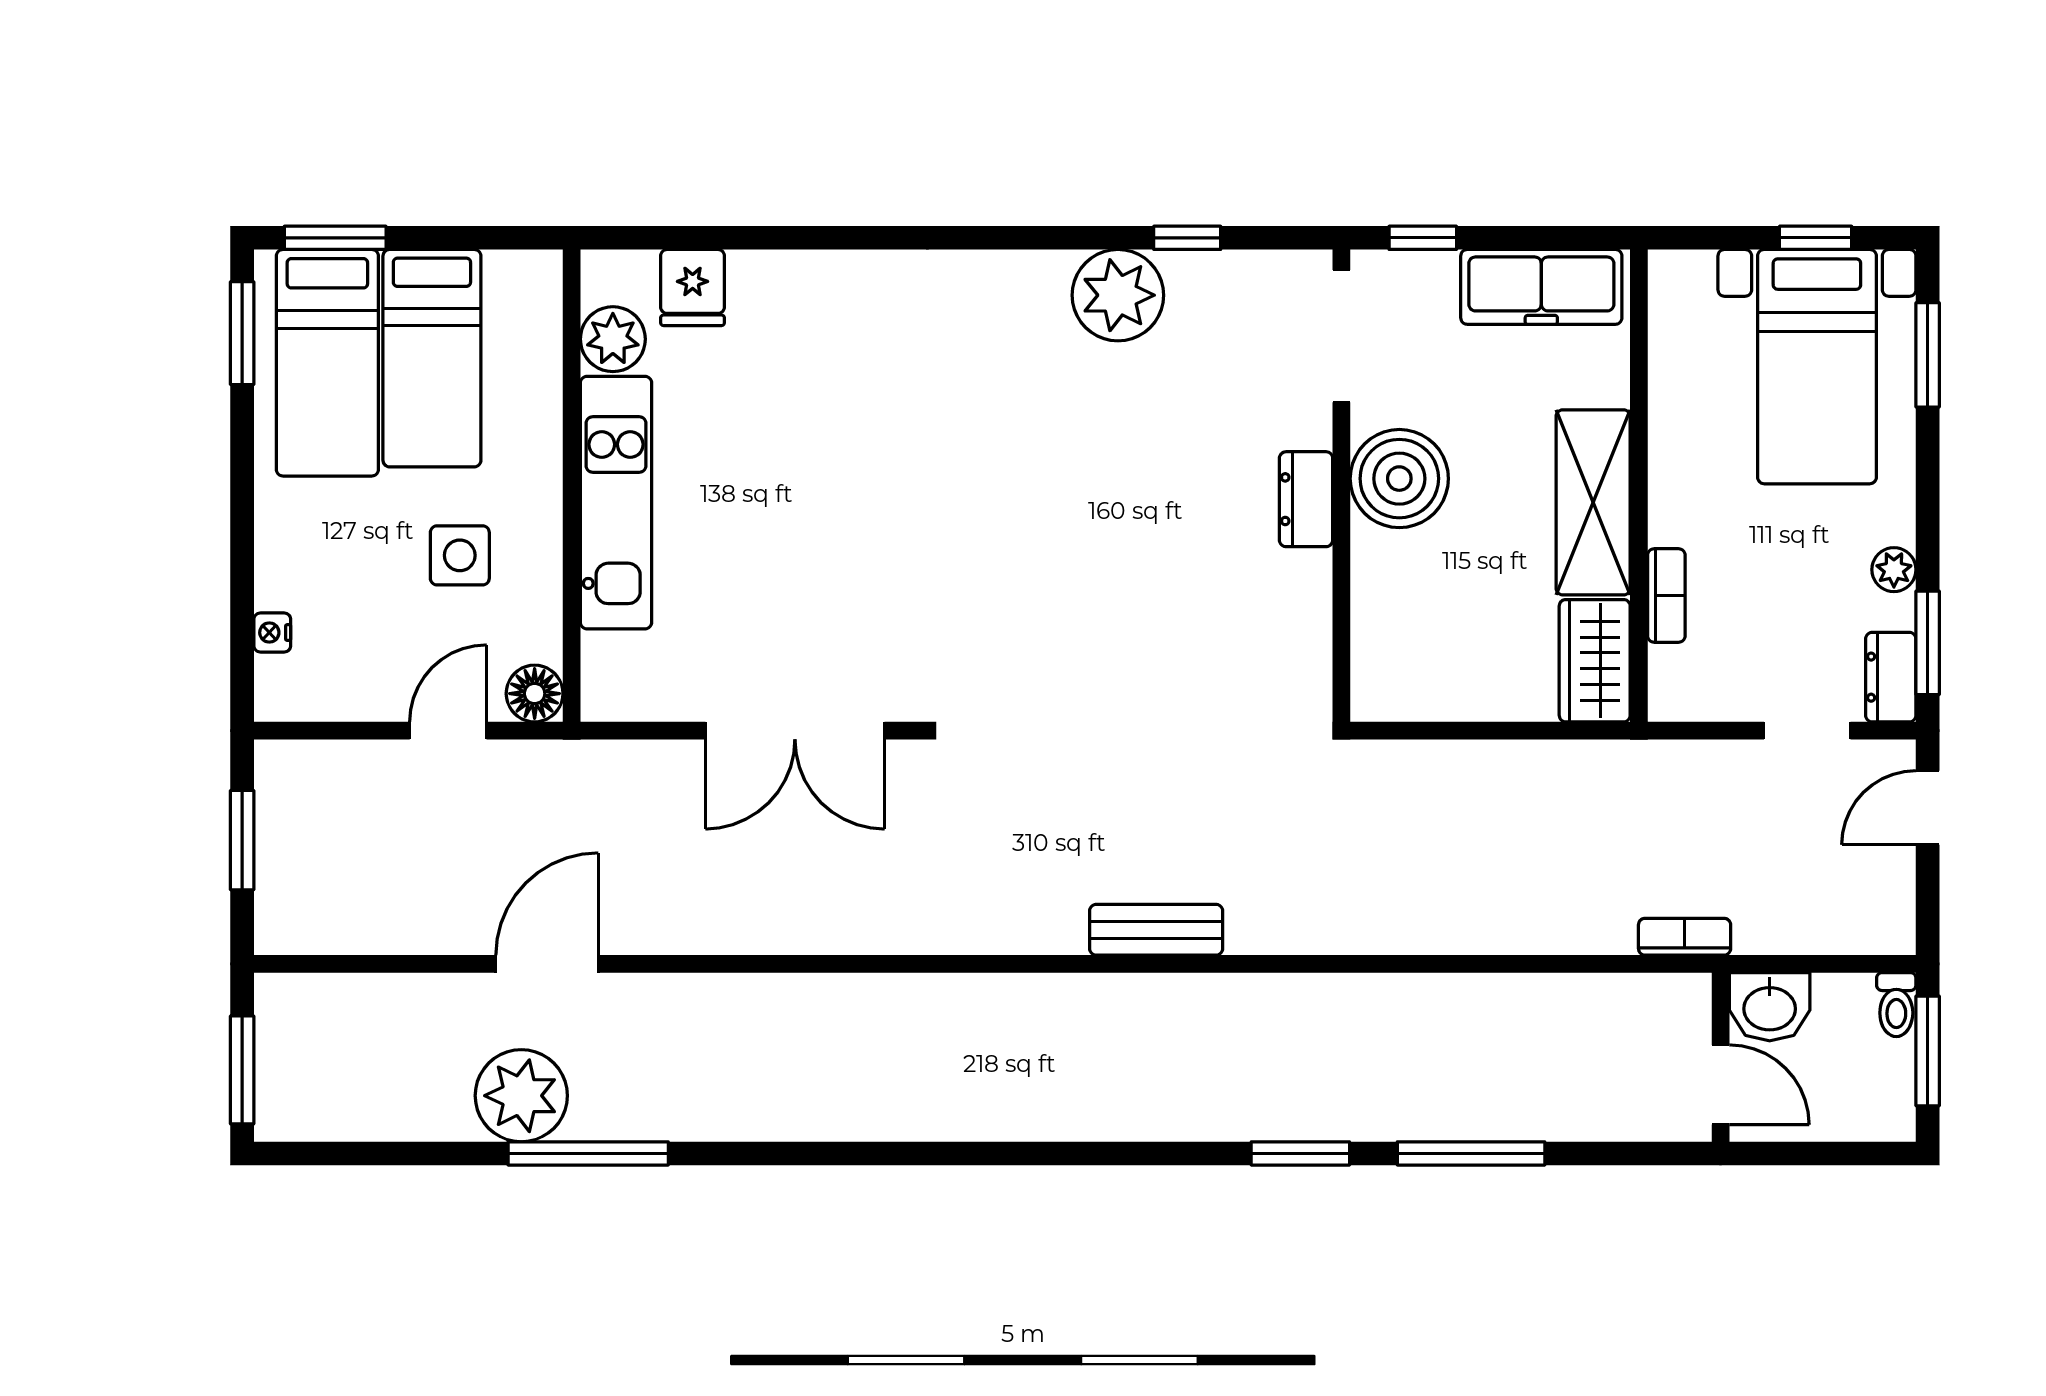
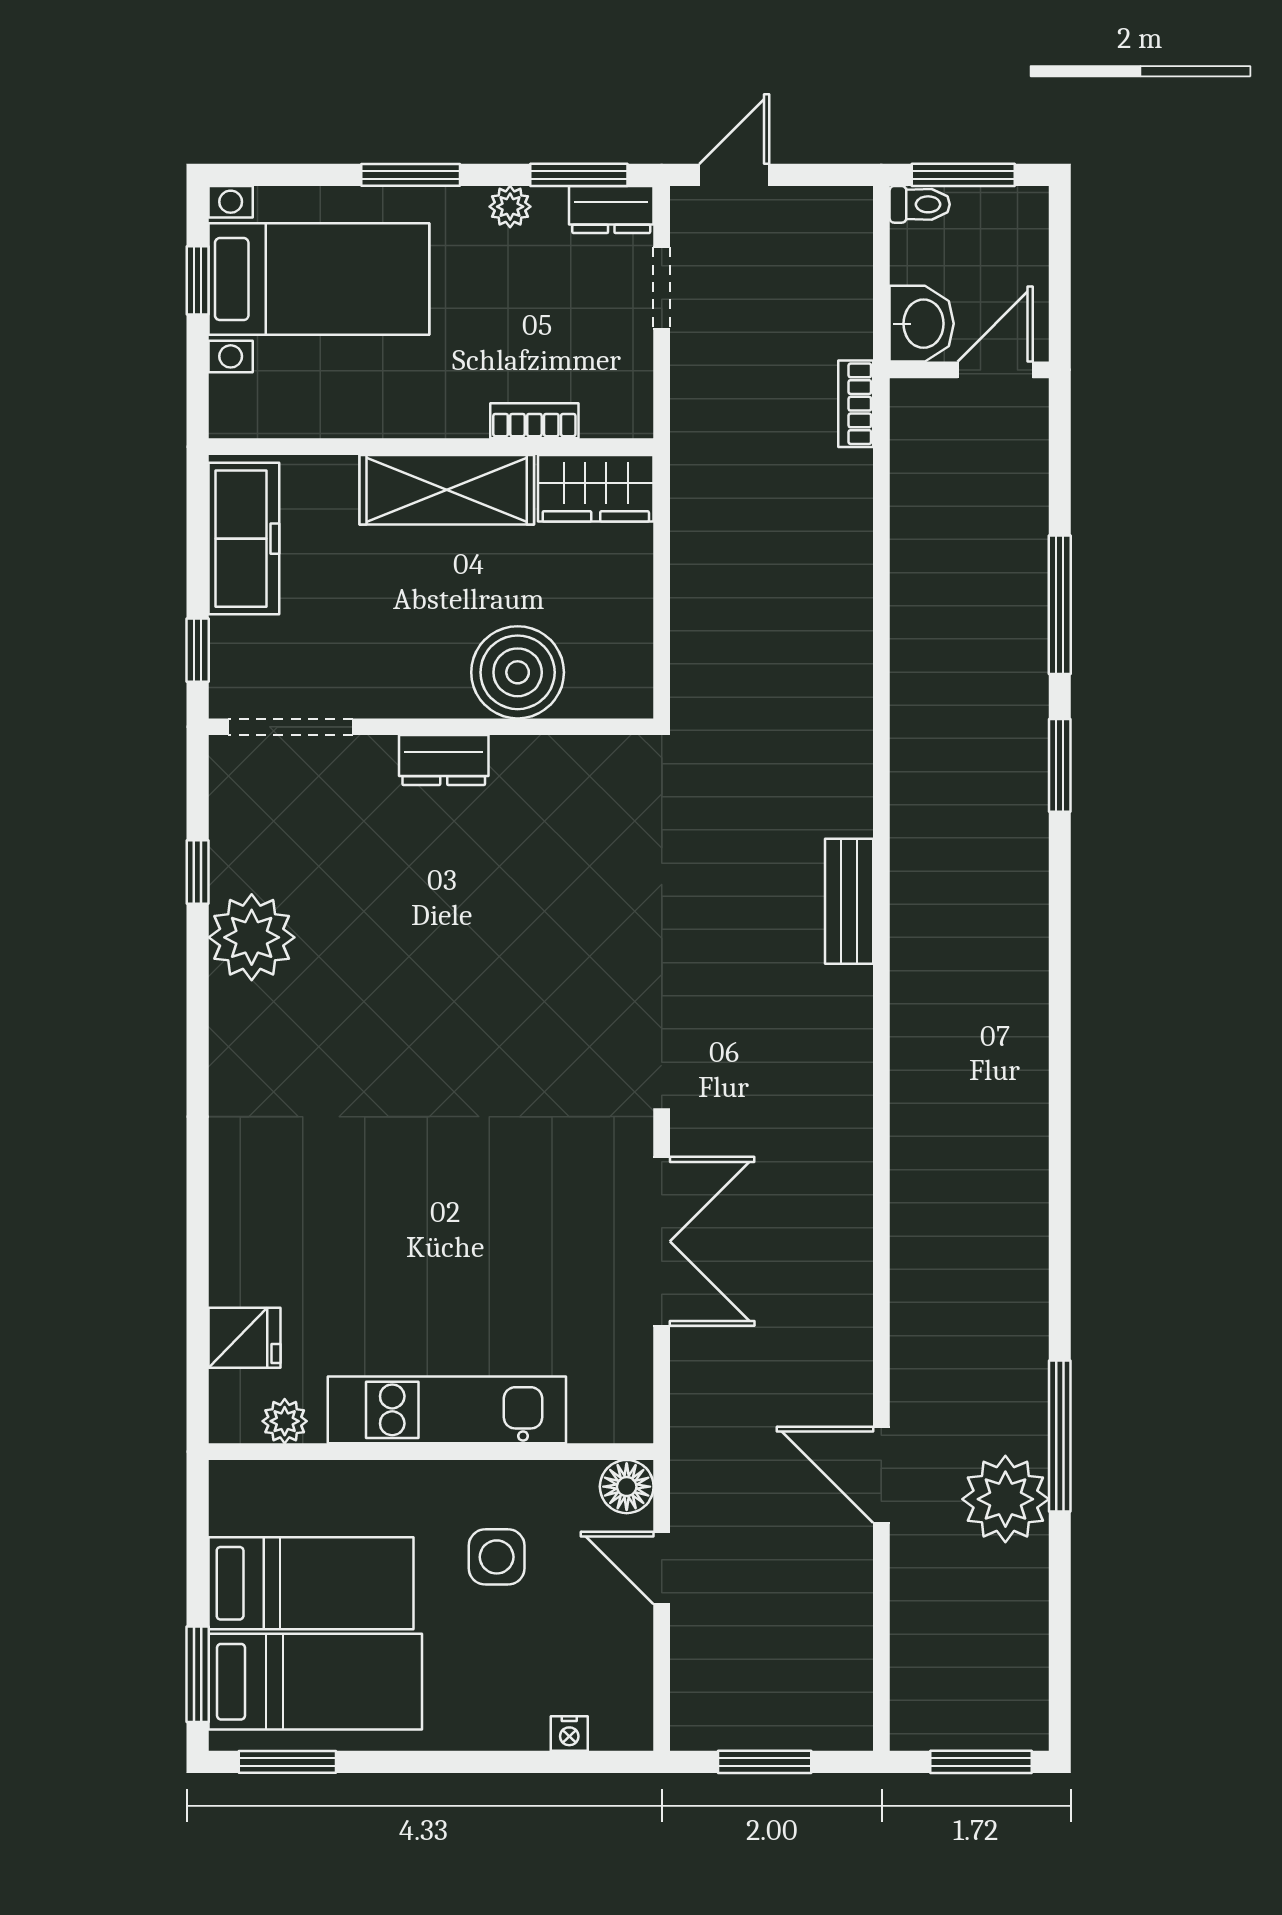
plant: (613, 339) -> (285, 1421), width x0.73, depth x0.73
window: (1928, 355) -> (411, 175), moved
boiler: (1399, 479) -> (518, 672), moved
door: (1928, 808) -> (734, 175), swing flipped

